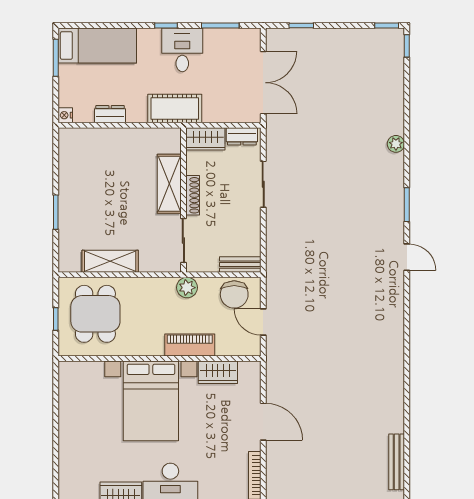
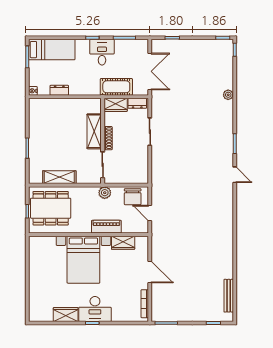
cot: (175, 108) -> (116, 87), moved
plant: (396, 144) -> (228, 95), moved
bench: (240, 265) -> (136, 179), removed
dining table: (95, 314) -> (51, 208), width x1.38

